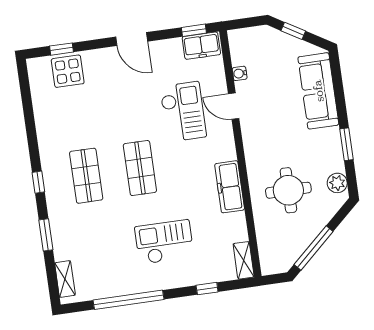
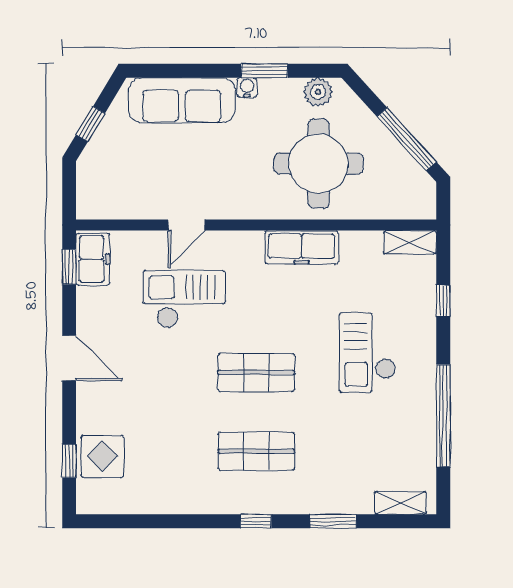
door: (132, 39) -> (69, 358), hinge flipped
water cooler: (240, 73) -> (247, 87), moved, turned 180
round table: (288, 190) -> (319, 164), width x1.36, depth x1.36

